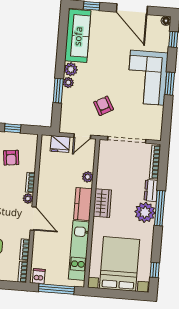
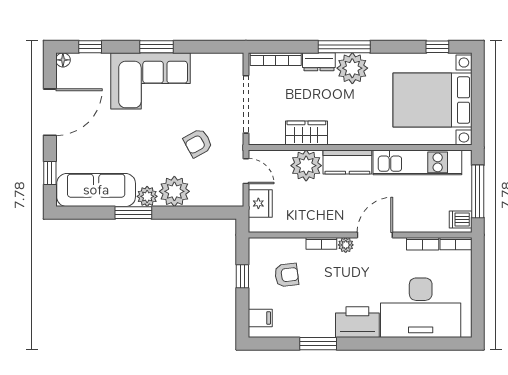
plant: (68, 82) -> (174, 191), width x1.88, depth x1.88
window: (58, 91) -> (133, 213), moved
plant: (88, 177) -> (306, 166), width x1.87, depth x1.87
wardrobe: (102, 203) -> (306, 133), moved

